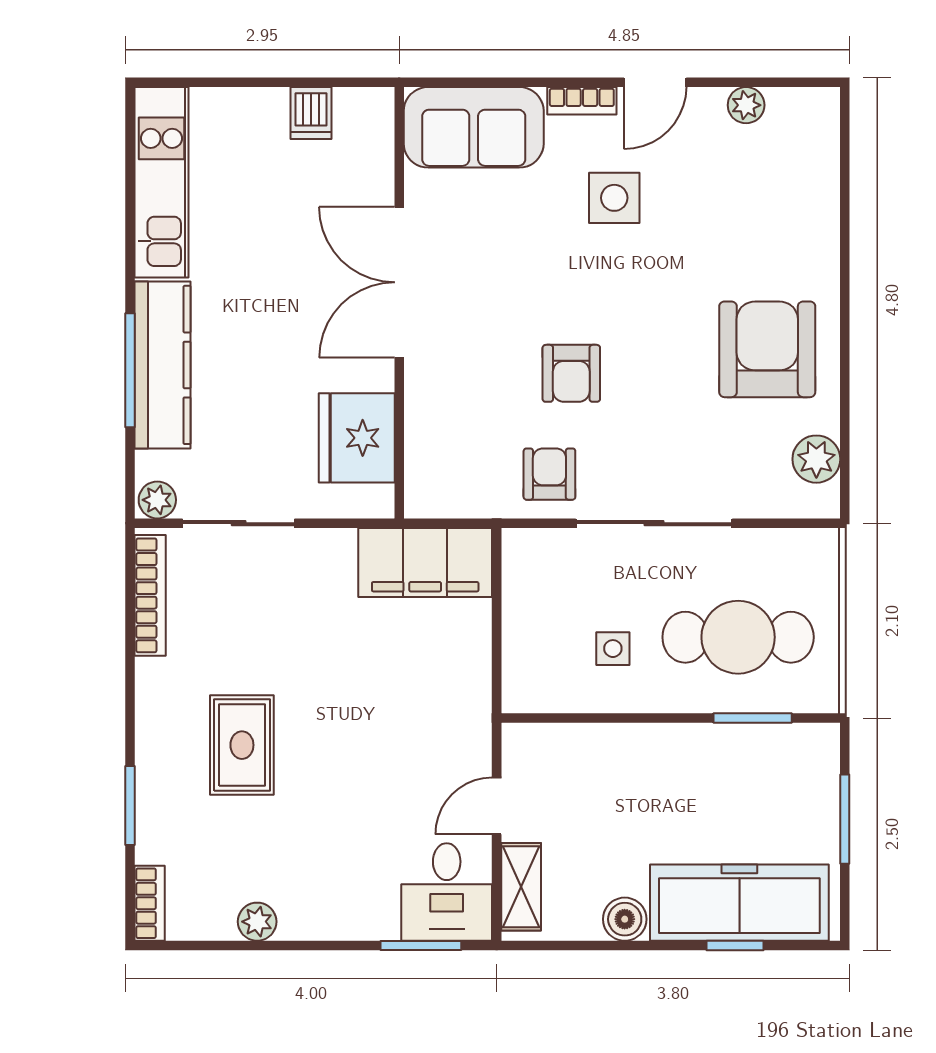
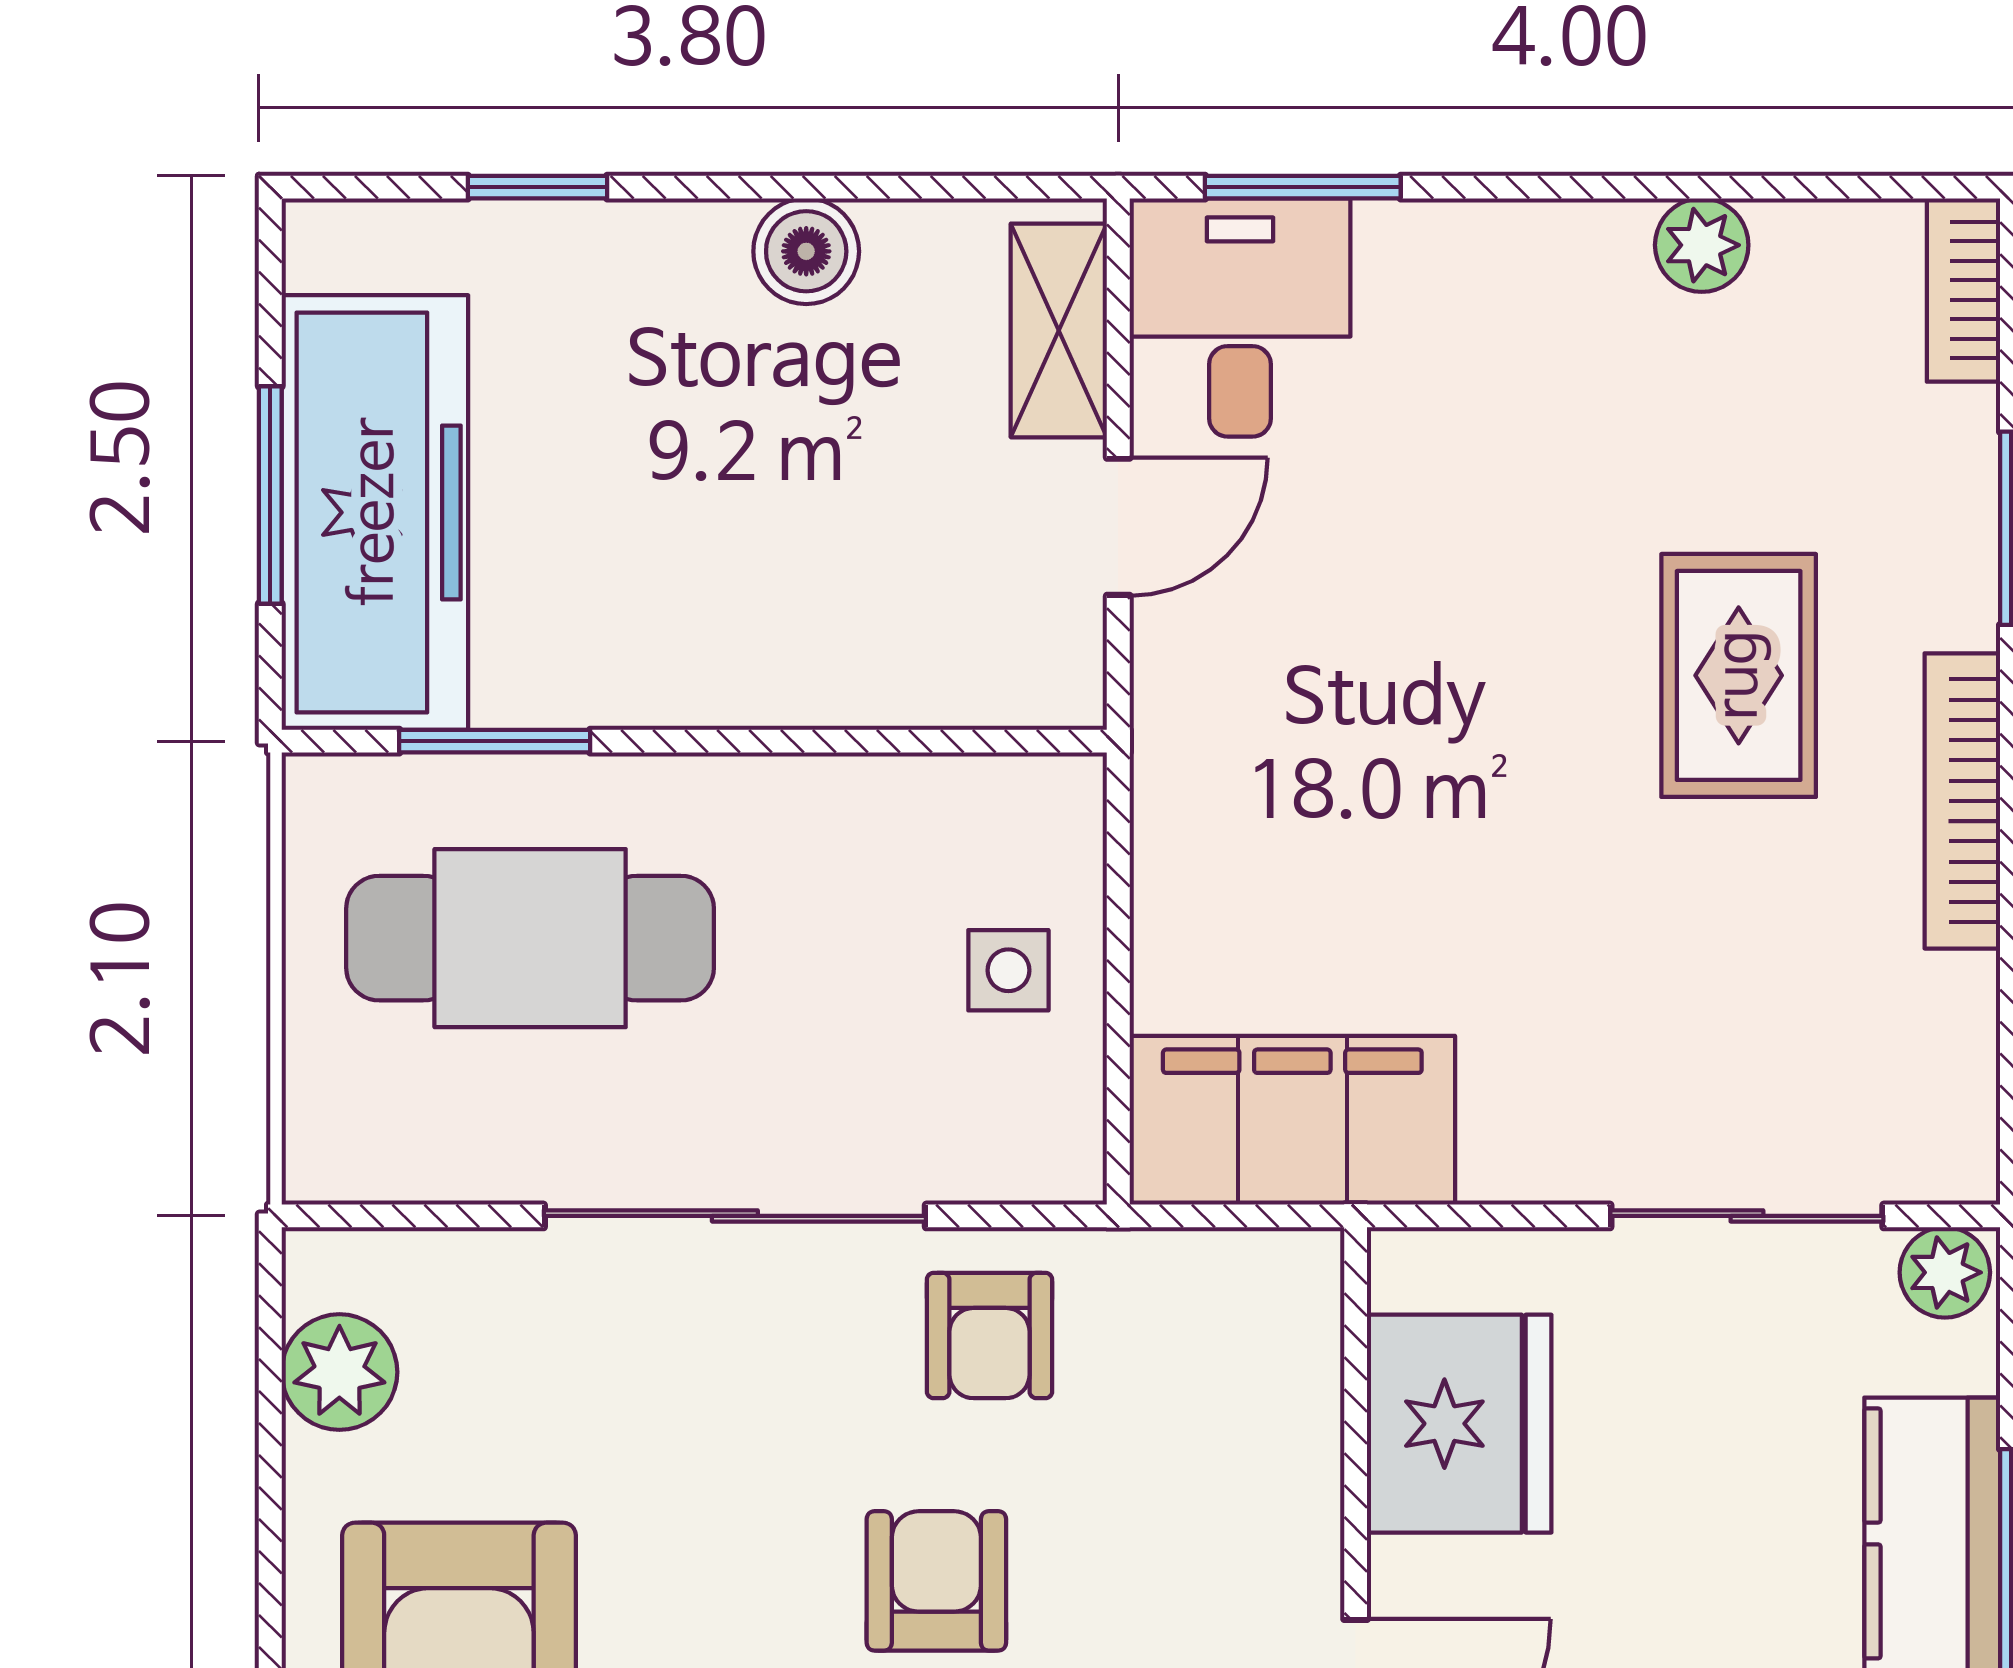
bookcase: (150, 595) -> (1962, 801), moved
side table: (613, 649) -> (1008, 970), moved
freezer: (739, 903) -> (375, 512), moved, turned -90

